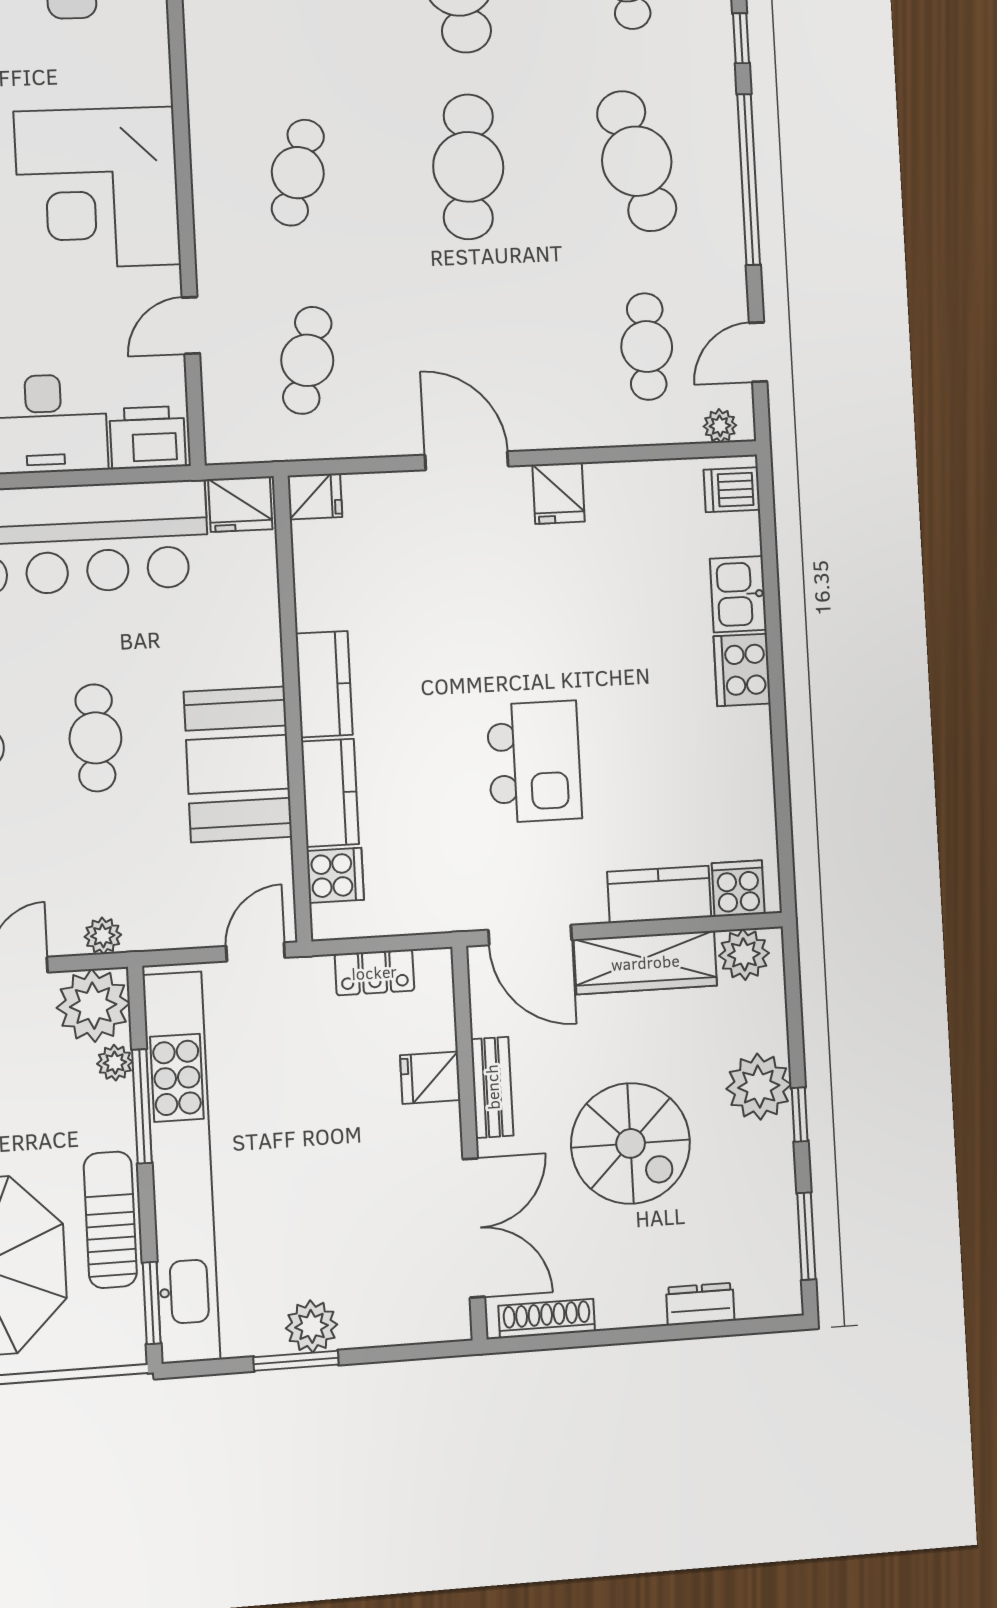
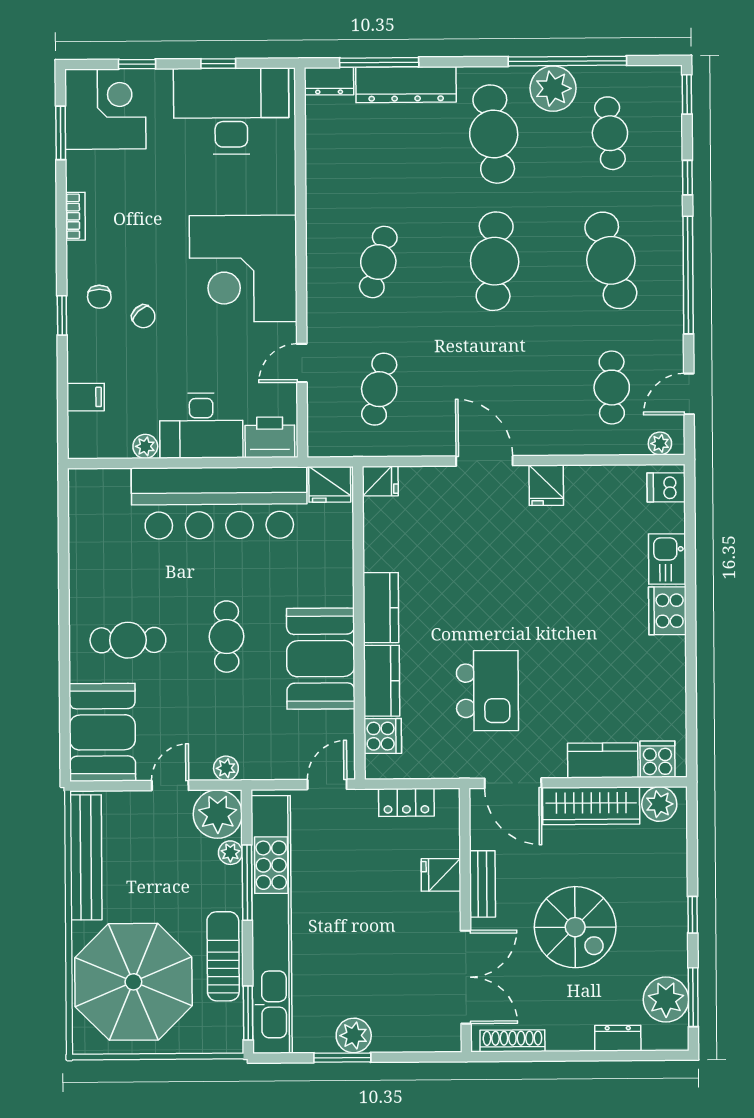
kitchen island: (534, 762) -> (487, 691), moved
plant: (759, 1087) -> (666, 999), moved

